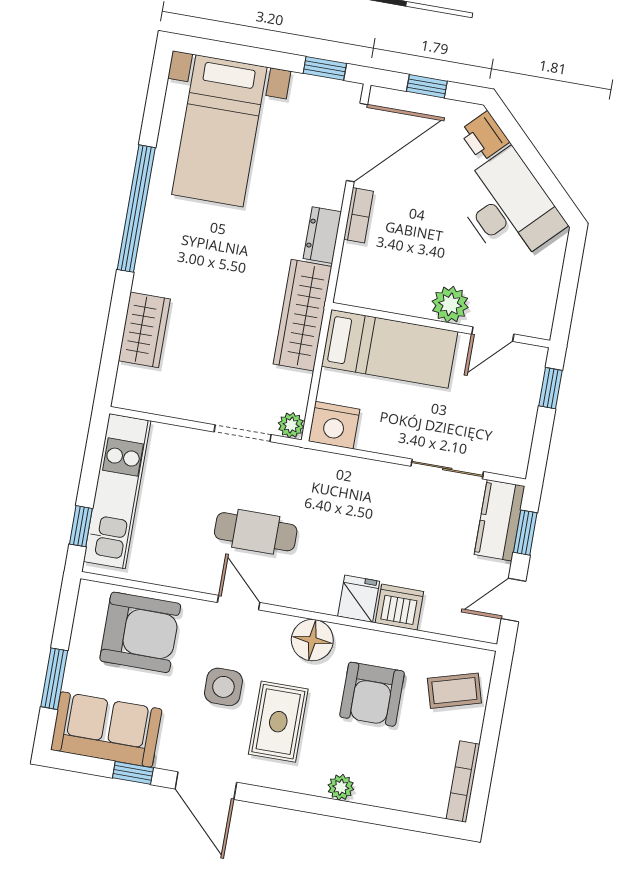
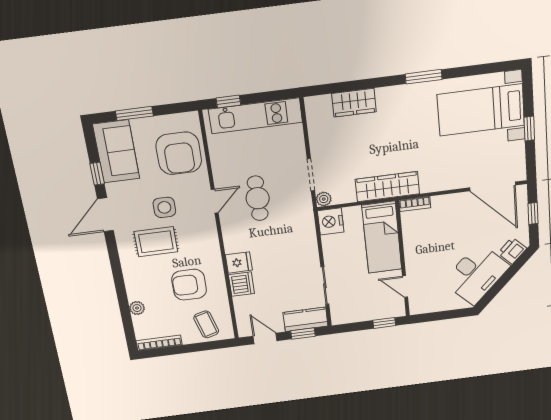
window: (325, 68) -> (529, 128), moved
window: (136, 209) -> (424, 77), width x0.47
bookcase: (358, 215) -> (415, 204), moved
dresser: (322, 235) -> (436, 184), removed
plant: (450, 304) -> (415, 261), removed
floor lamp: (312, 640) -> (208, 246), removed
plant: (341, 787) -> (137, 308), moved

